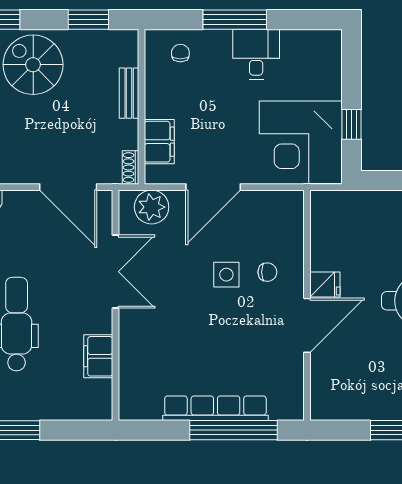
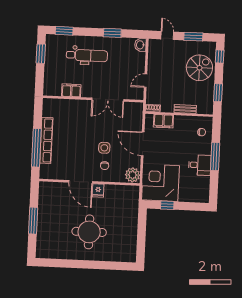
door: (68, 187) -> (146, 81), width x0.53
plant: (152, 207) -> (133, 175), moved

